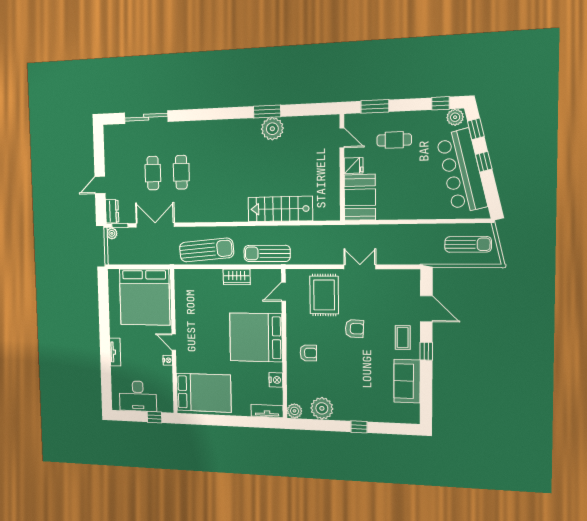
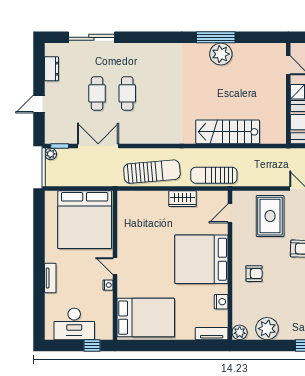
window: (267, 111) -> (216, 37), width x1.44
dresser: (112, 211) -> (52, 69), moved

